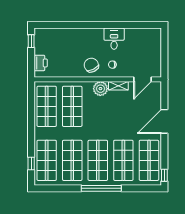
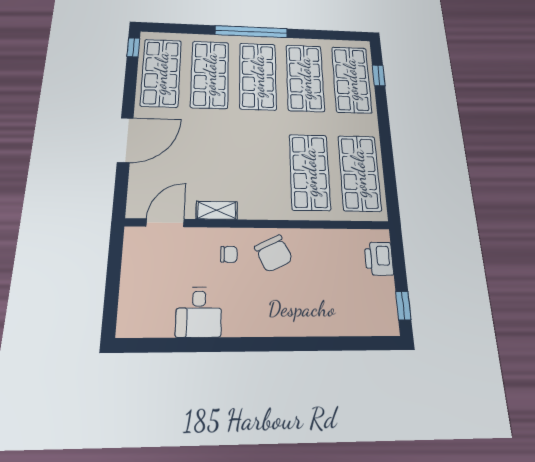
desk: (114, 39) -> (199, 312), moved
plant: (100, 89) -> (254, 205), removed

